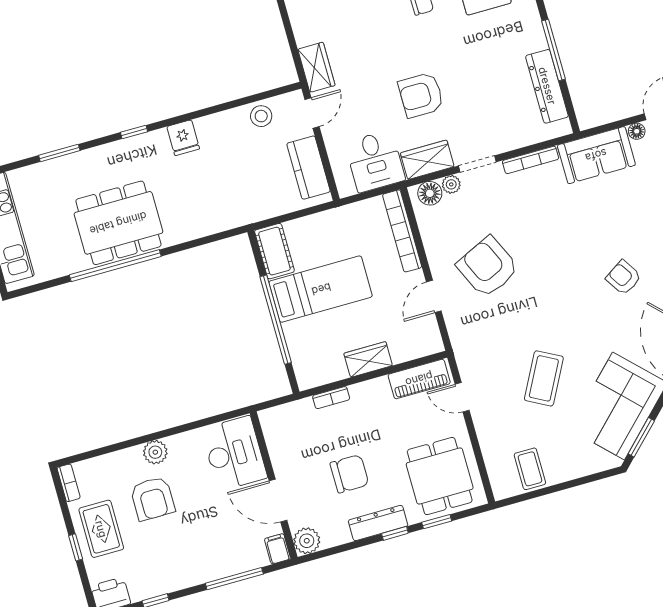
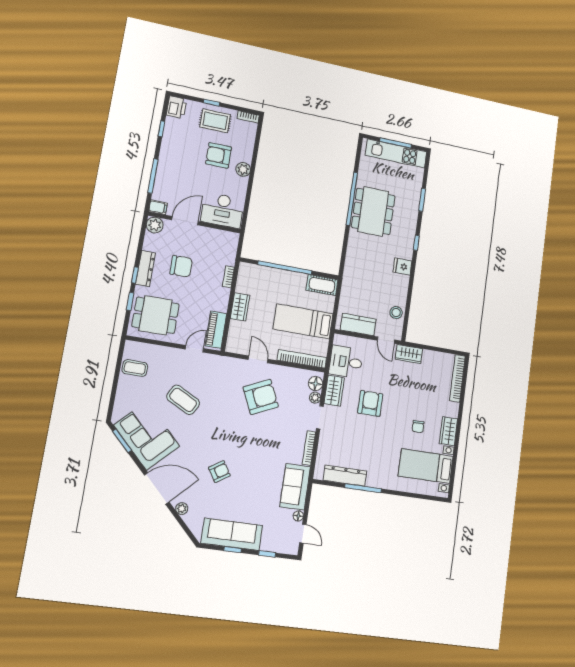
bed: (321, 289) -> (303, 321), moved, turned 90
chair: (349, 474) -> (181, 266), turned -90

